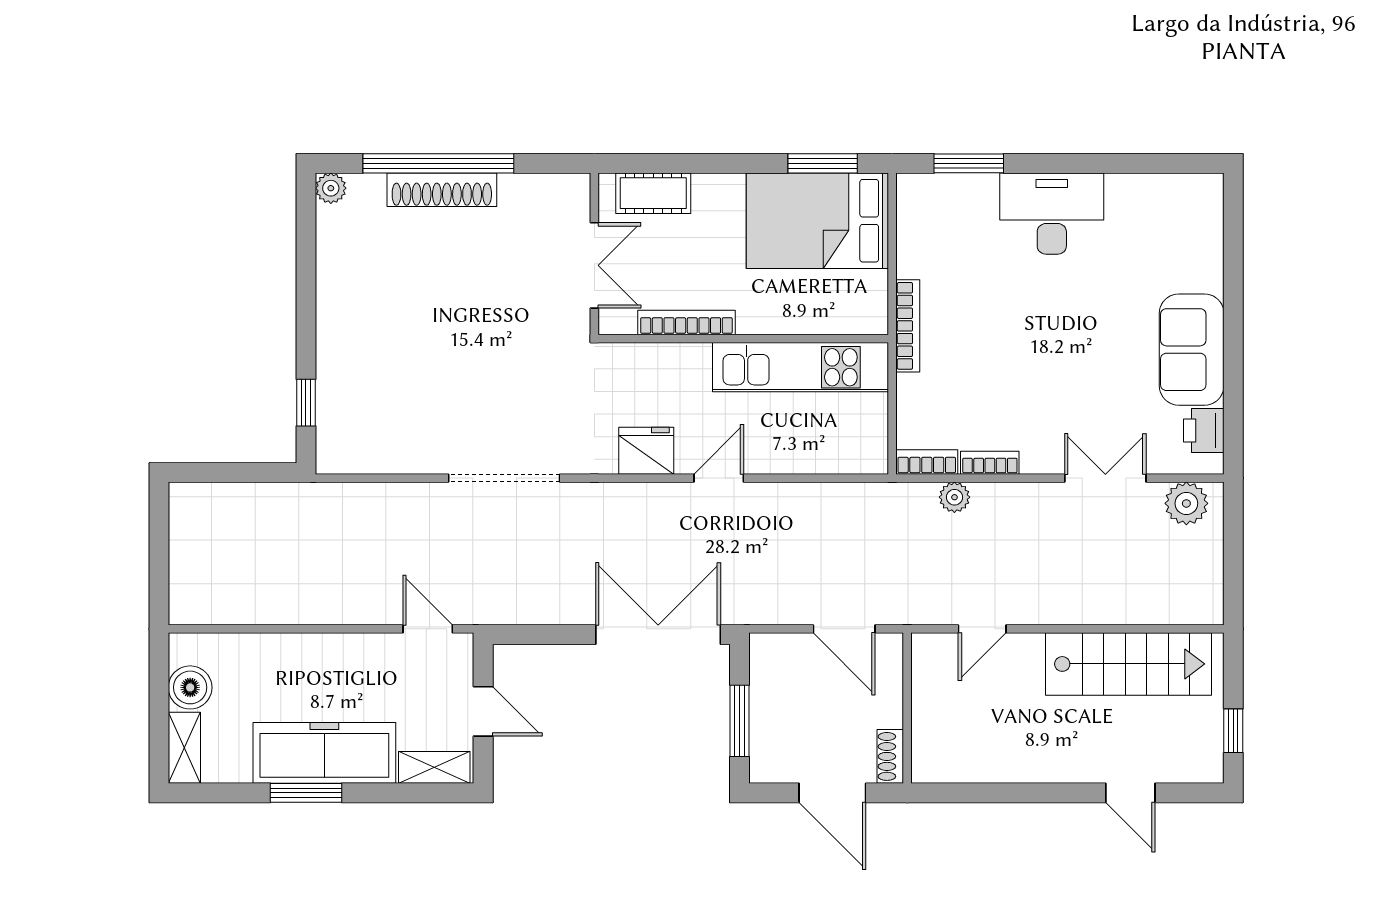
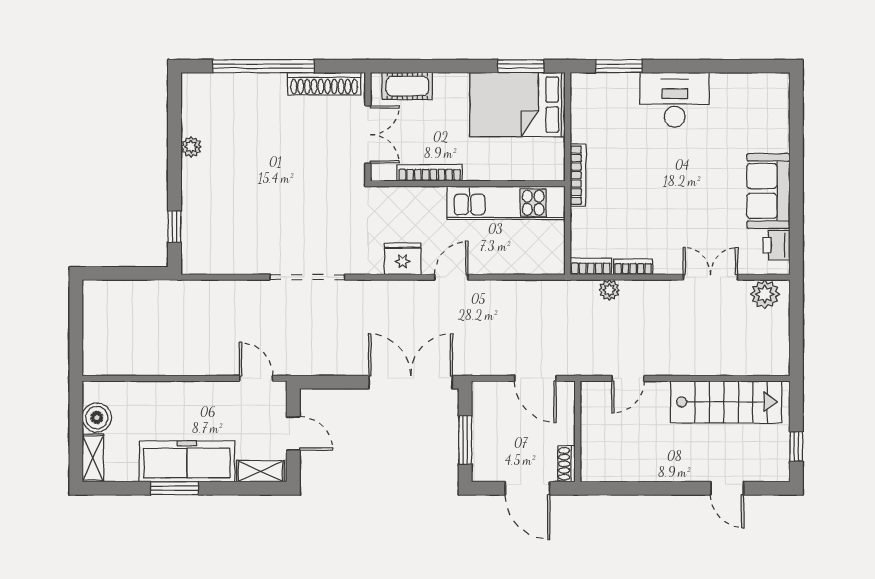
plant: (331, 188) -> (191, 147), moved
shoe rack: (442, 190) -> (324, 84), moved

